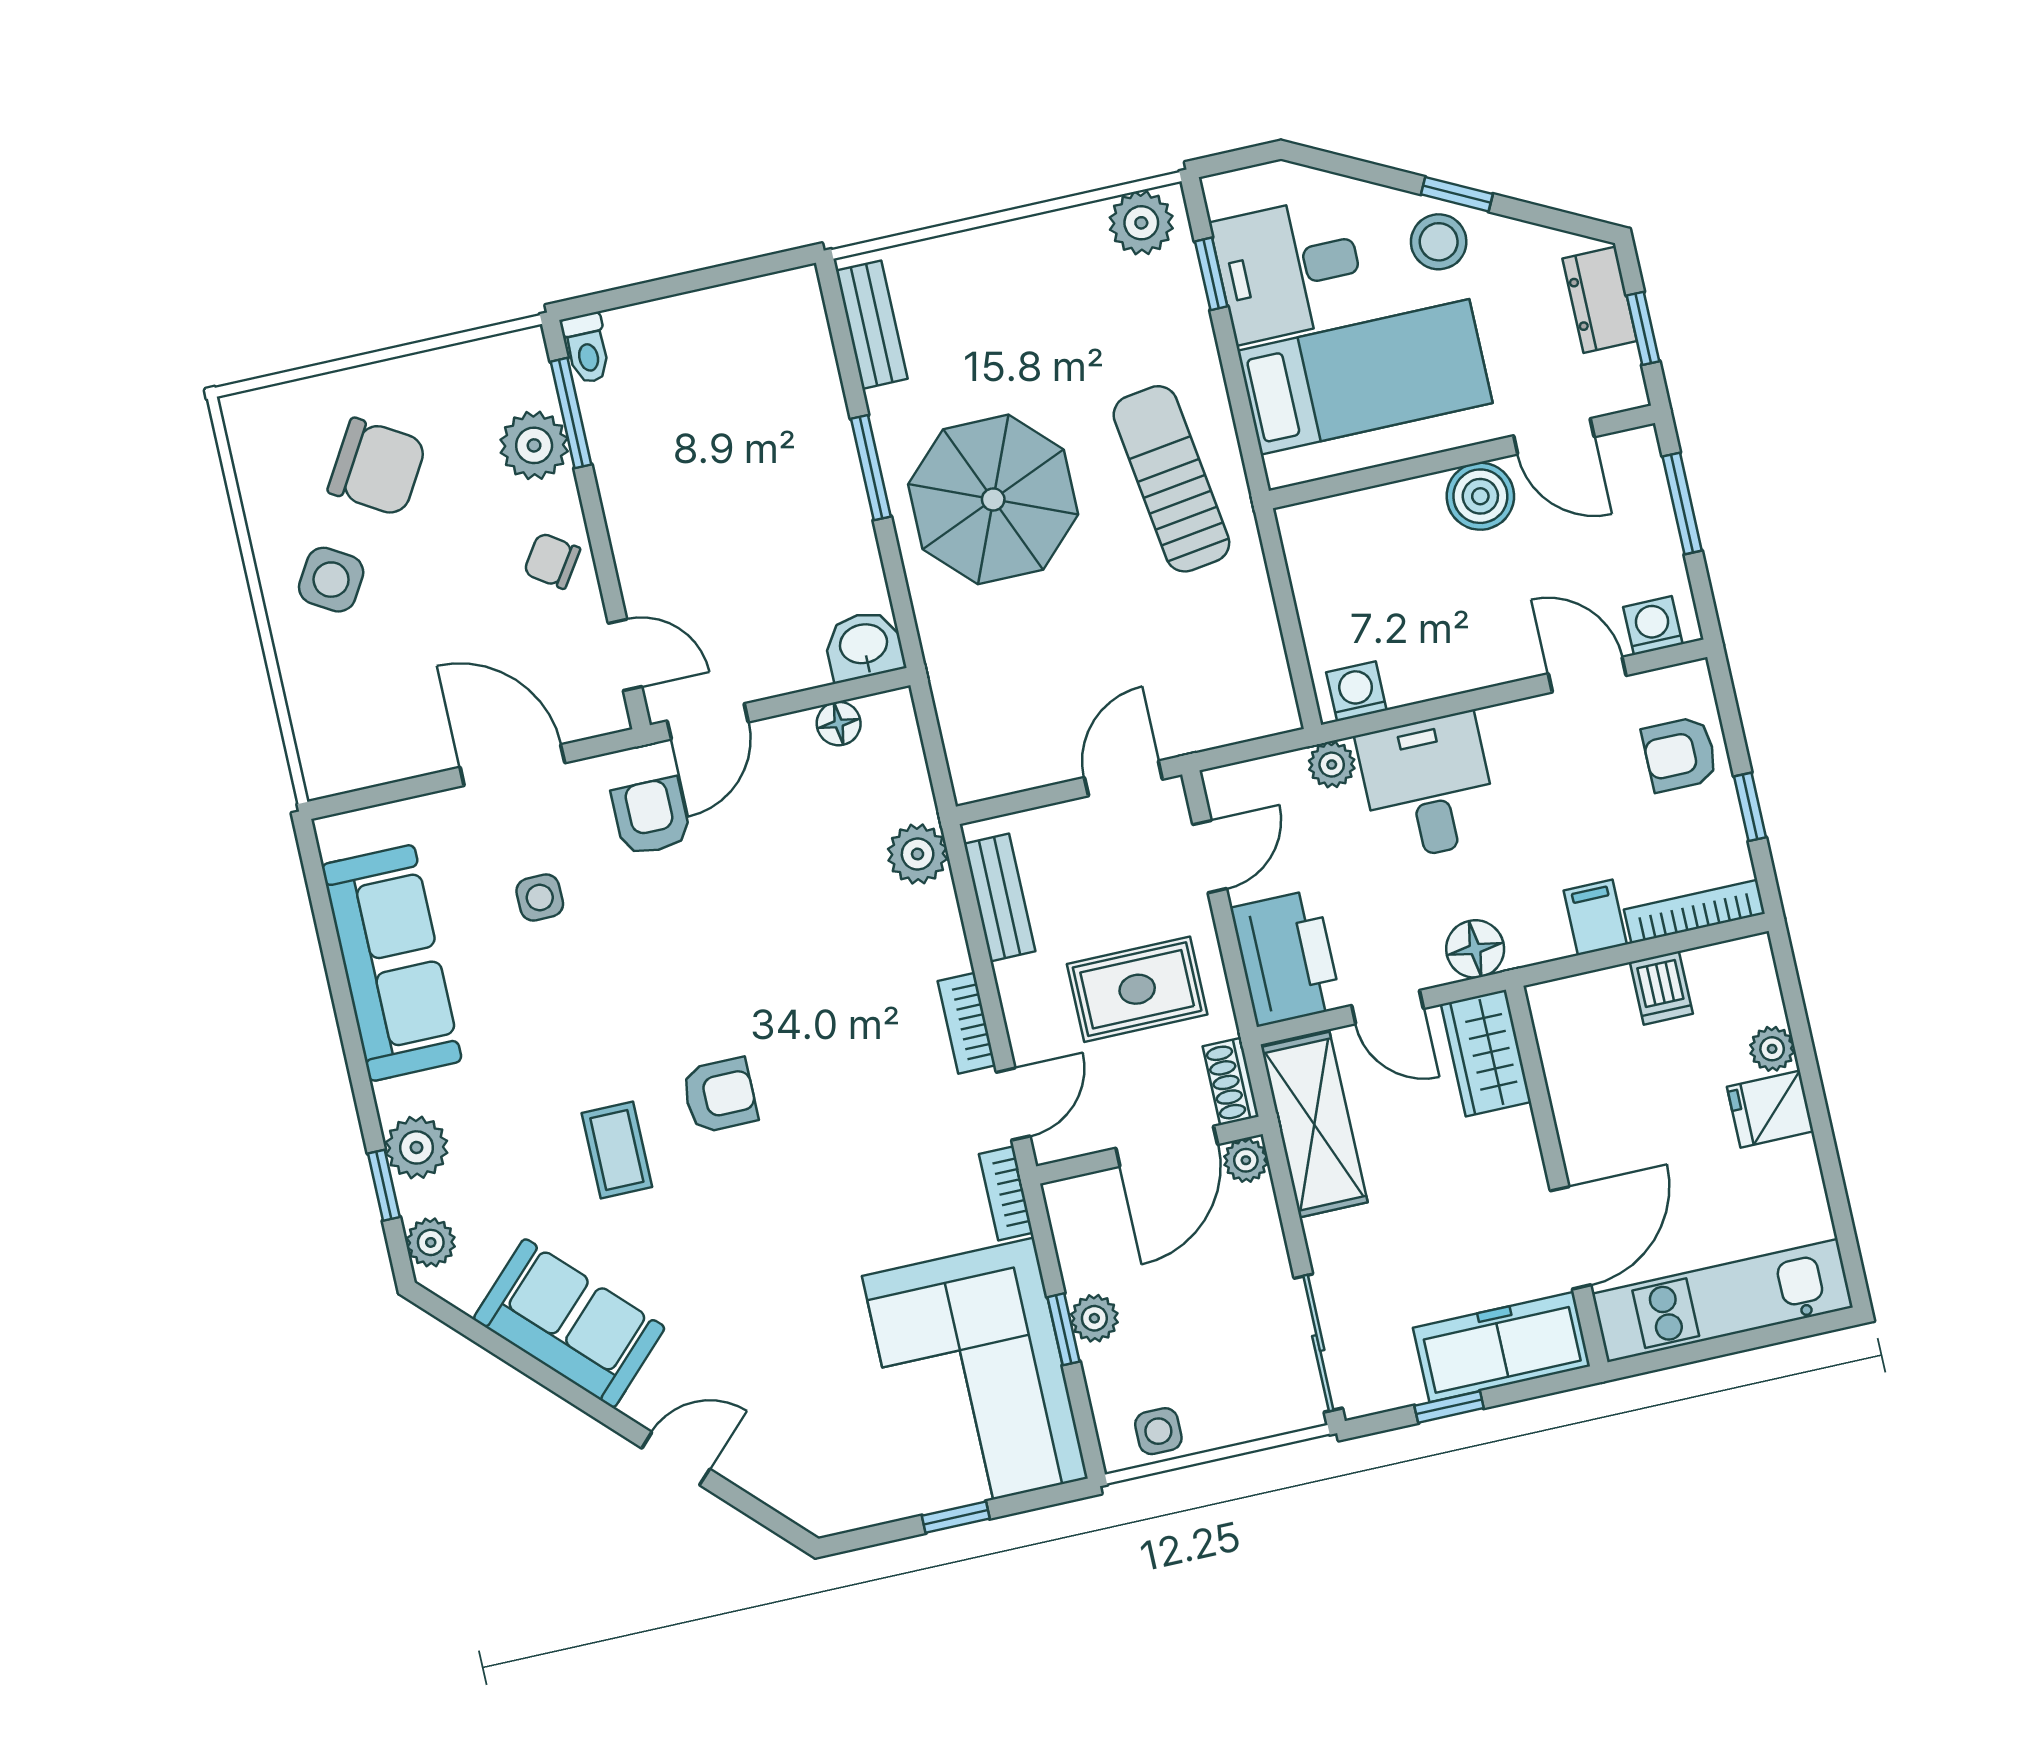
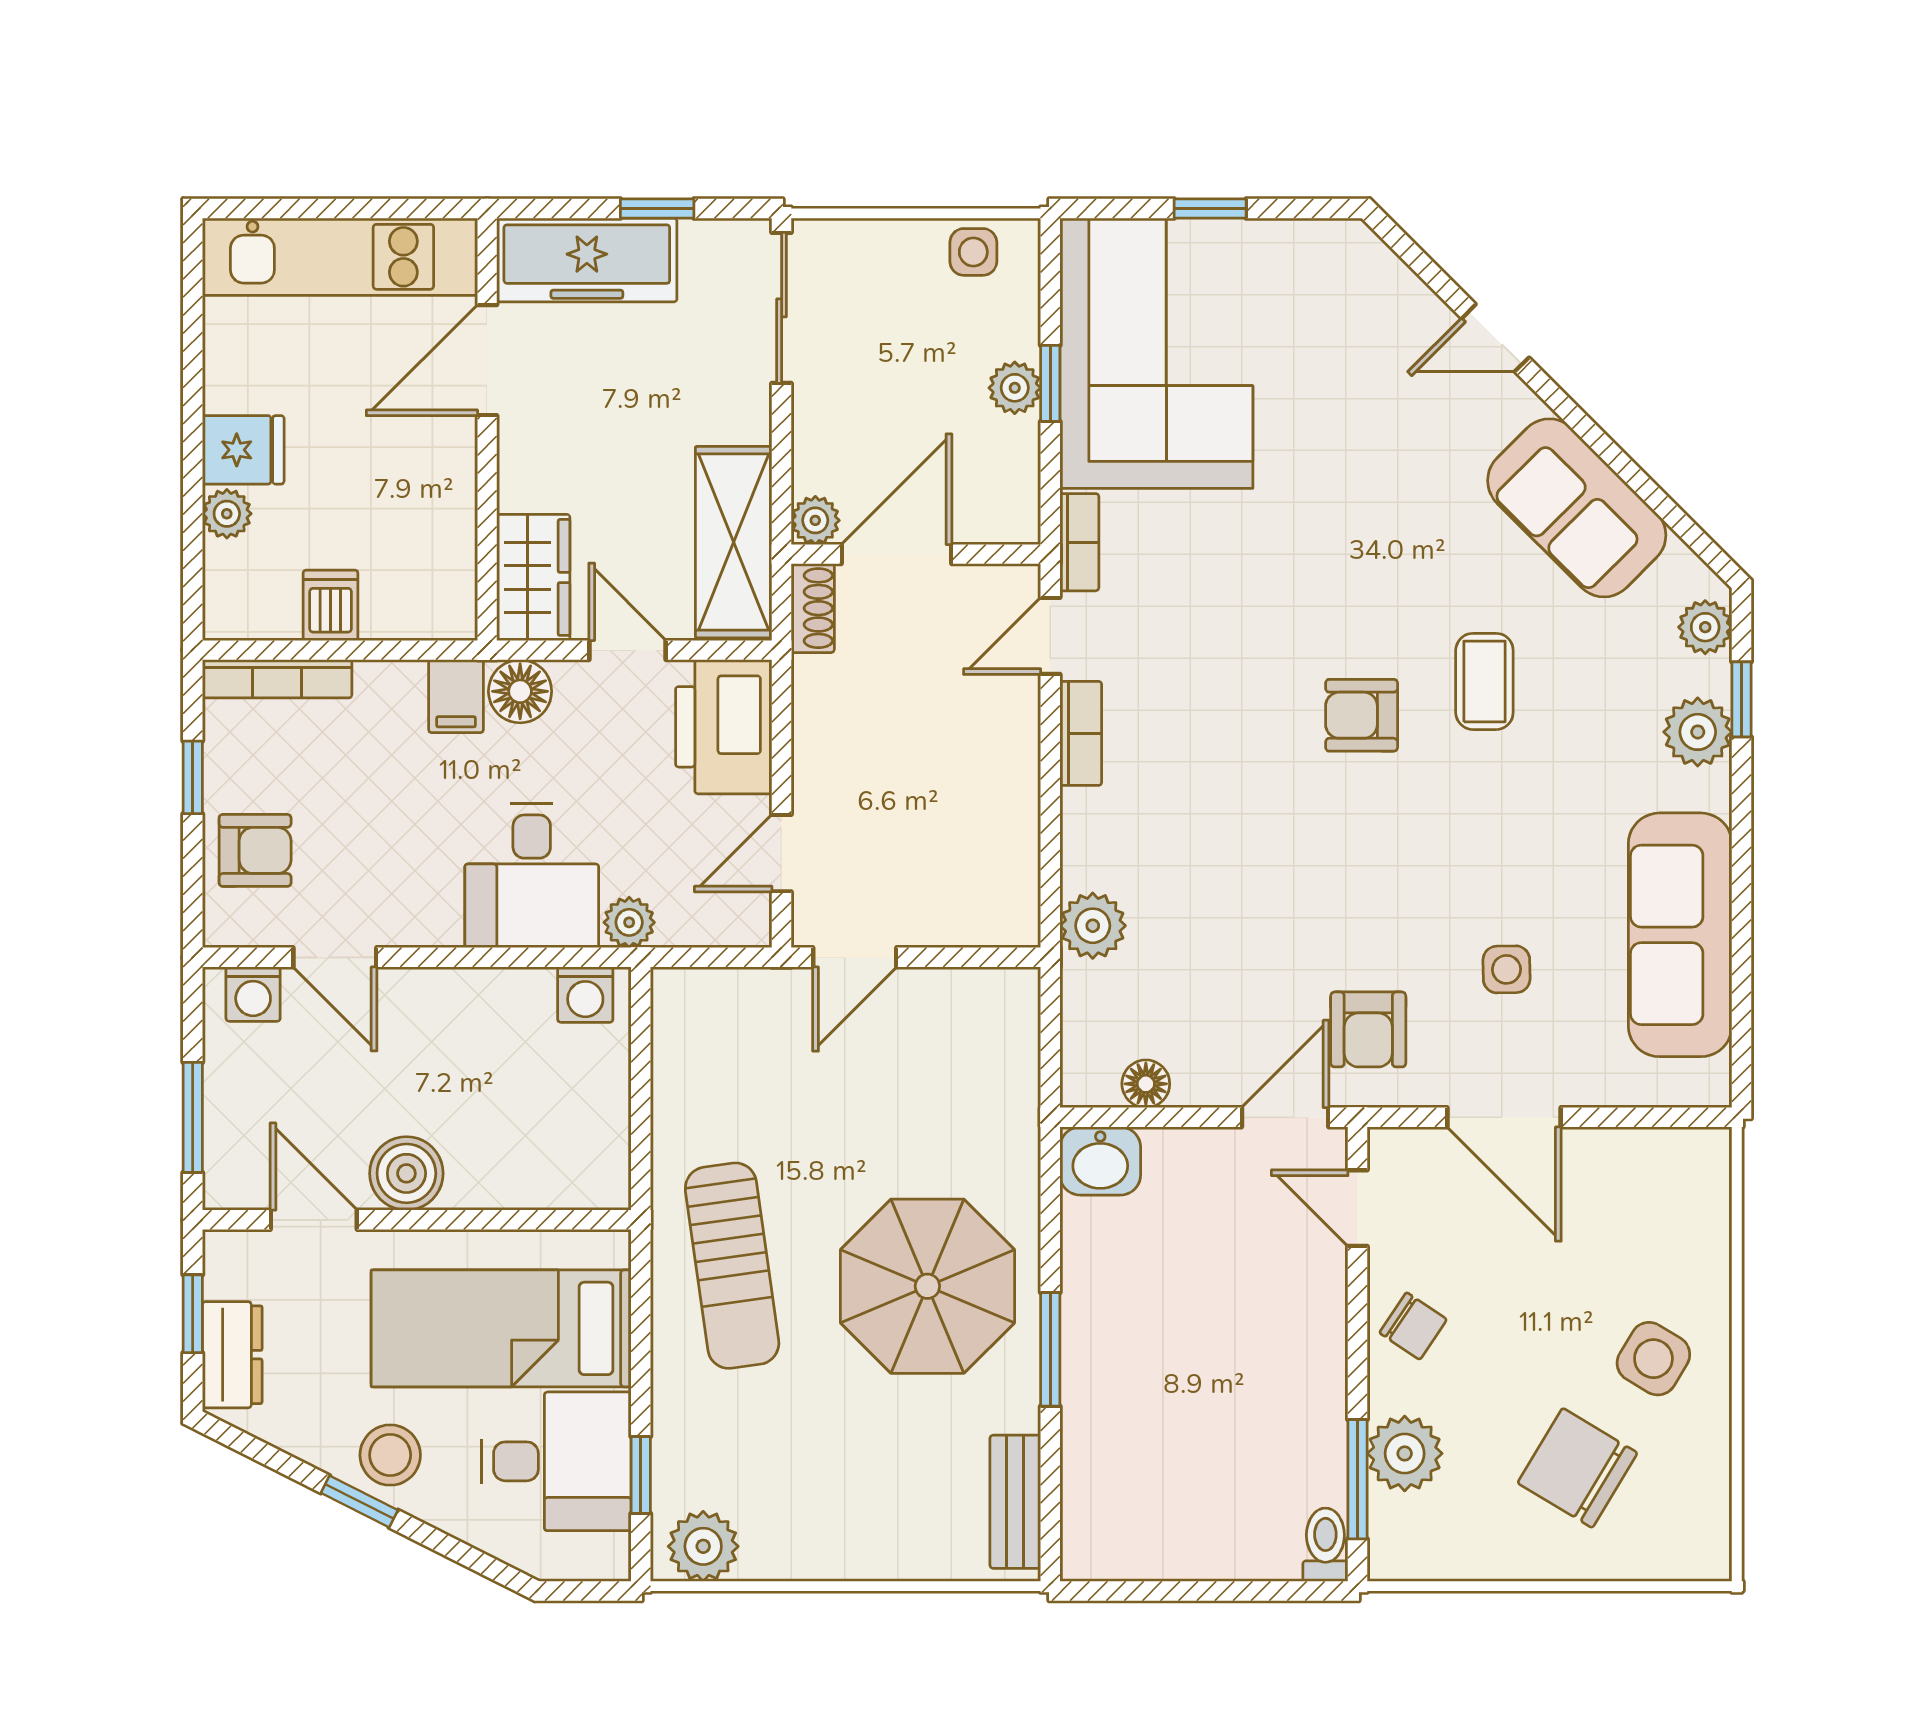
bench: (1000, 897) -> (1015, 860), removed
filing cabinet: (1595, 917) -> (456, 696), moved
rug: (1137, 989) -> (891, 729), removed

